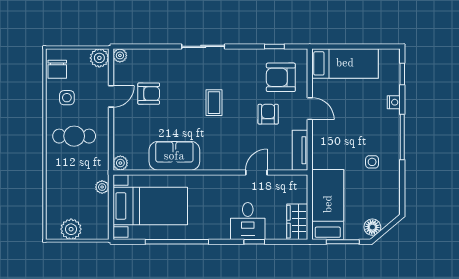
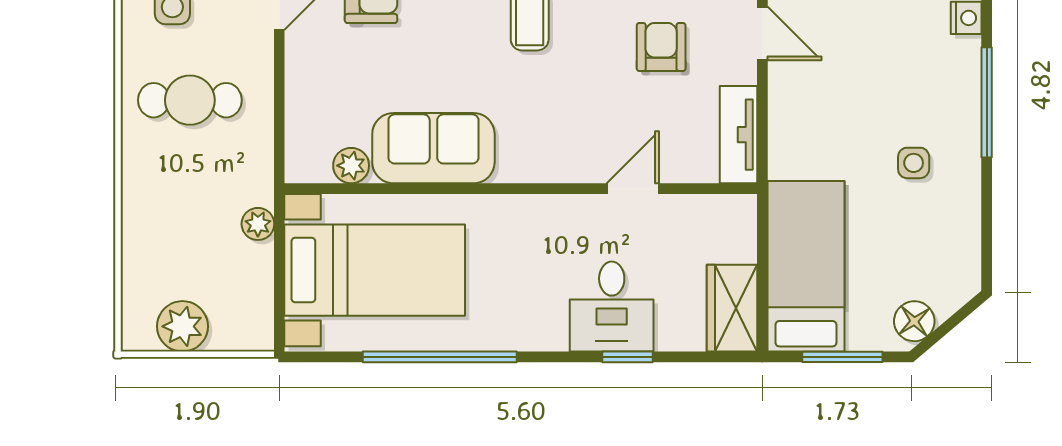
plant: (120, 163) -> (351, 166), moved

